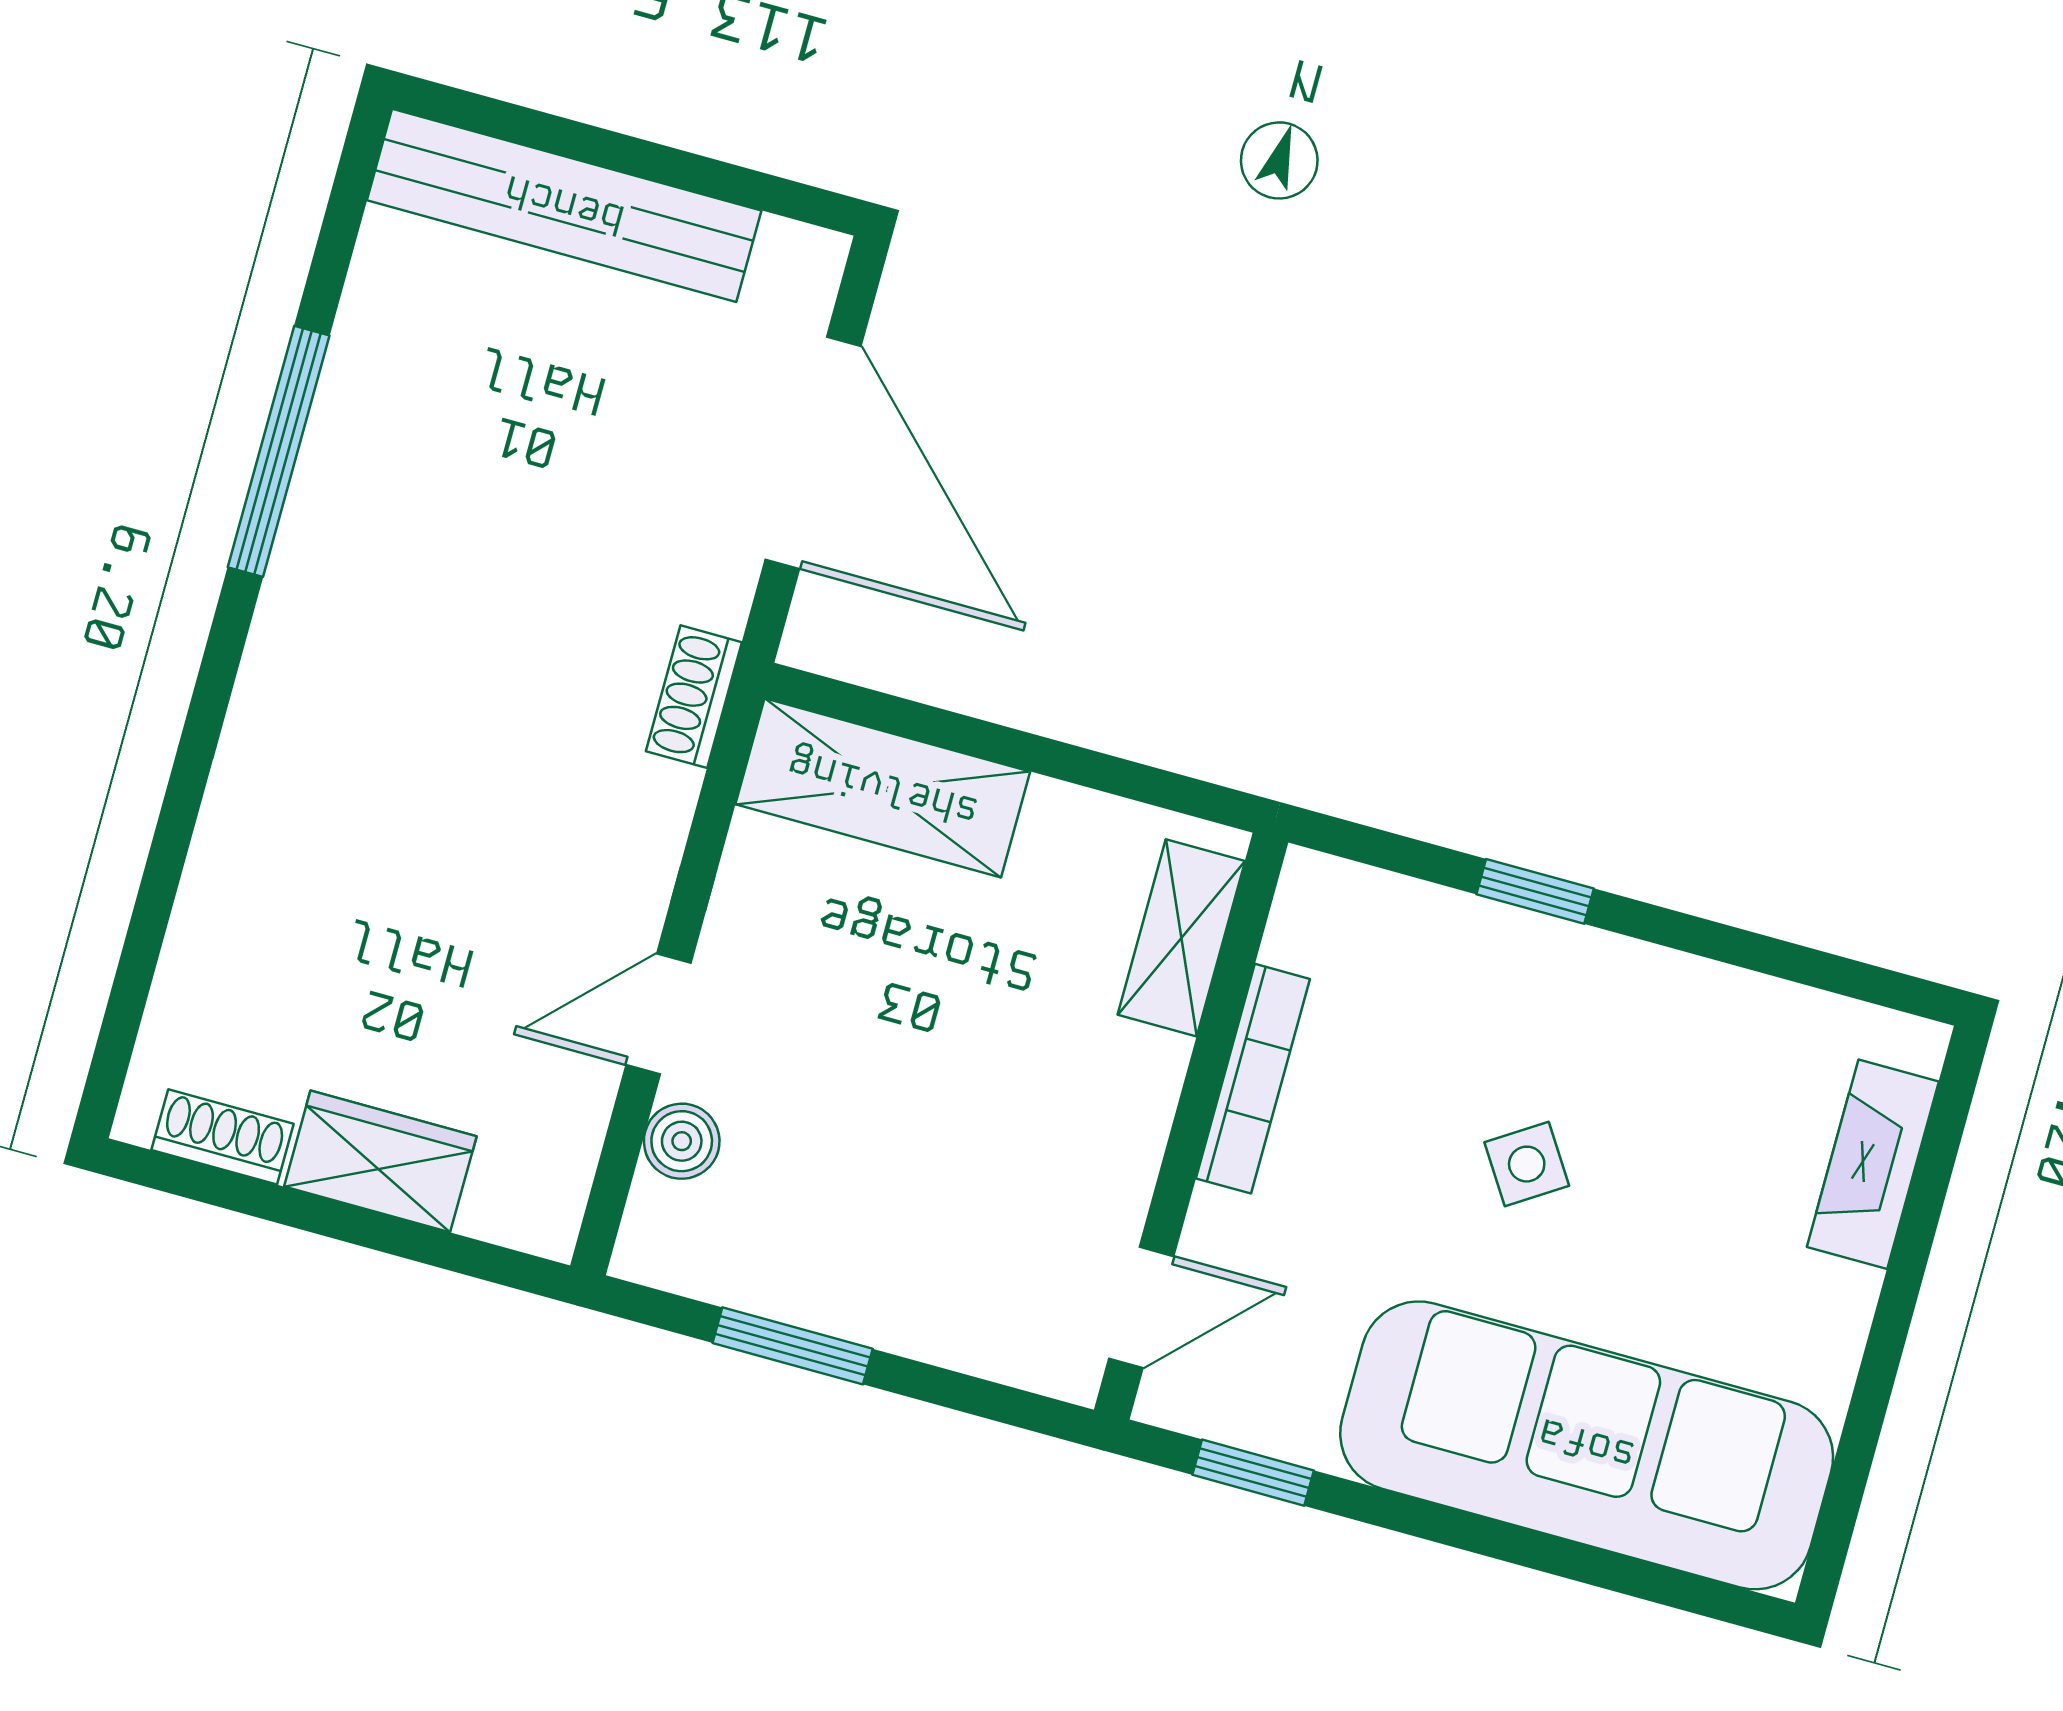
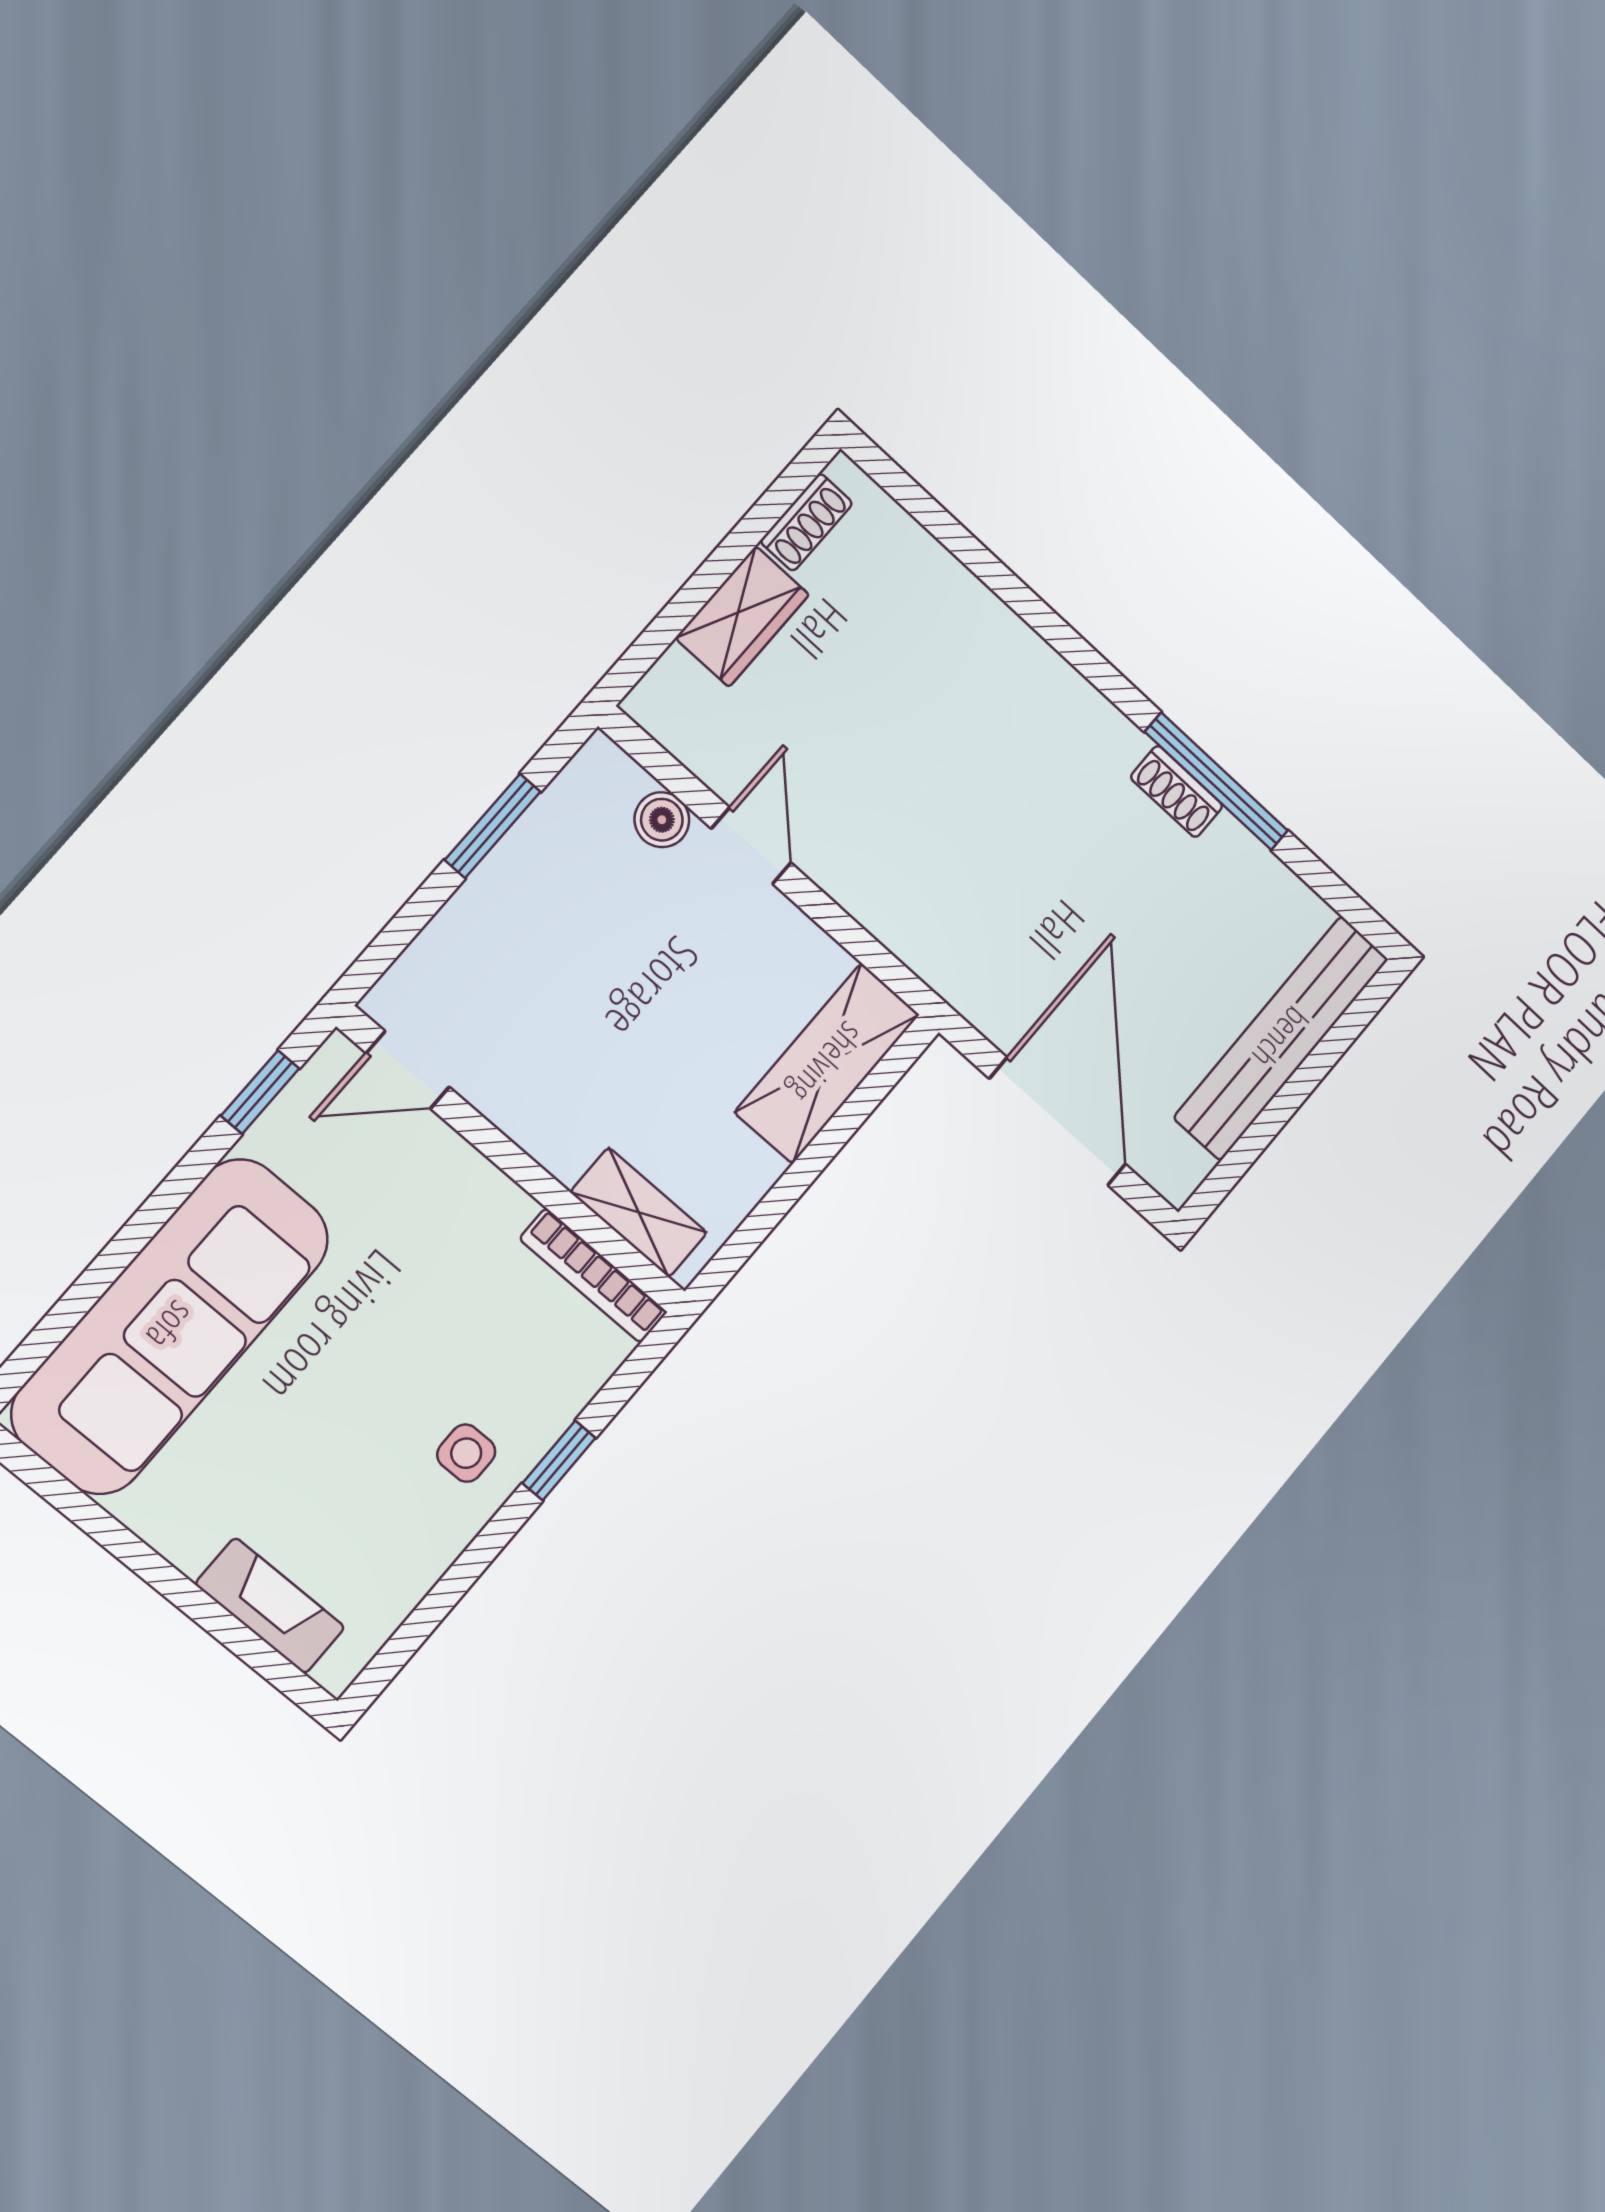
door: (813, 453) -> (1058, 1122), swing flipped
shoe rack: (694, 697) -> (1177, 792), moved, turned 180
bookcase: (1253, 1079) -> (593, 1276), moved
side table: (1527, 1164) -> (466, 1453), moved, turned 33
door: (1141, 1307) -> (408, 1070), hinge flipped

